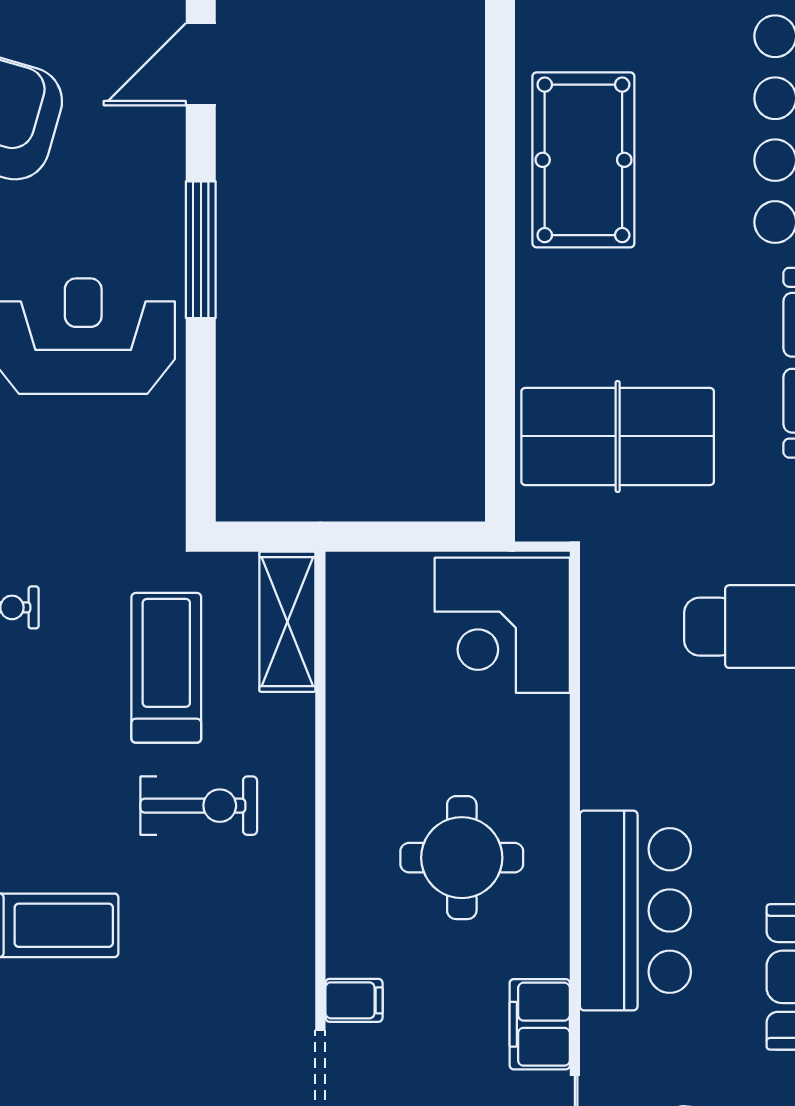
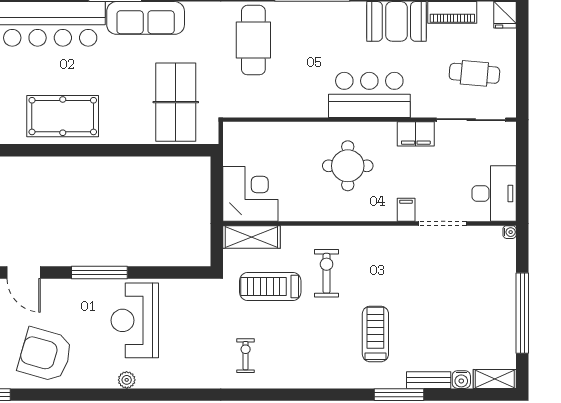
corner desk: (502, 625) -> (250, 194), moved, turned -90

